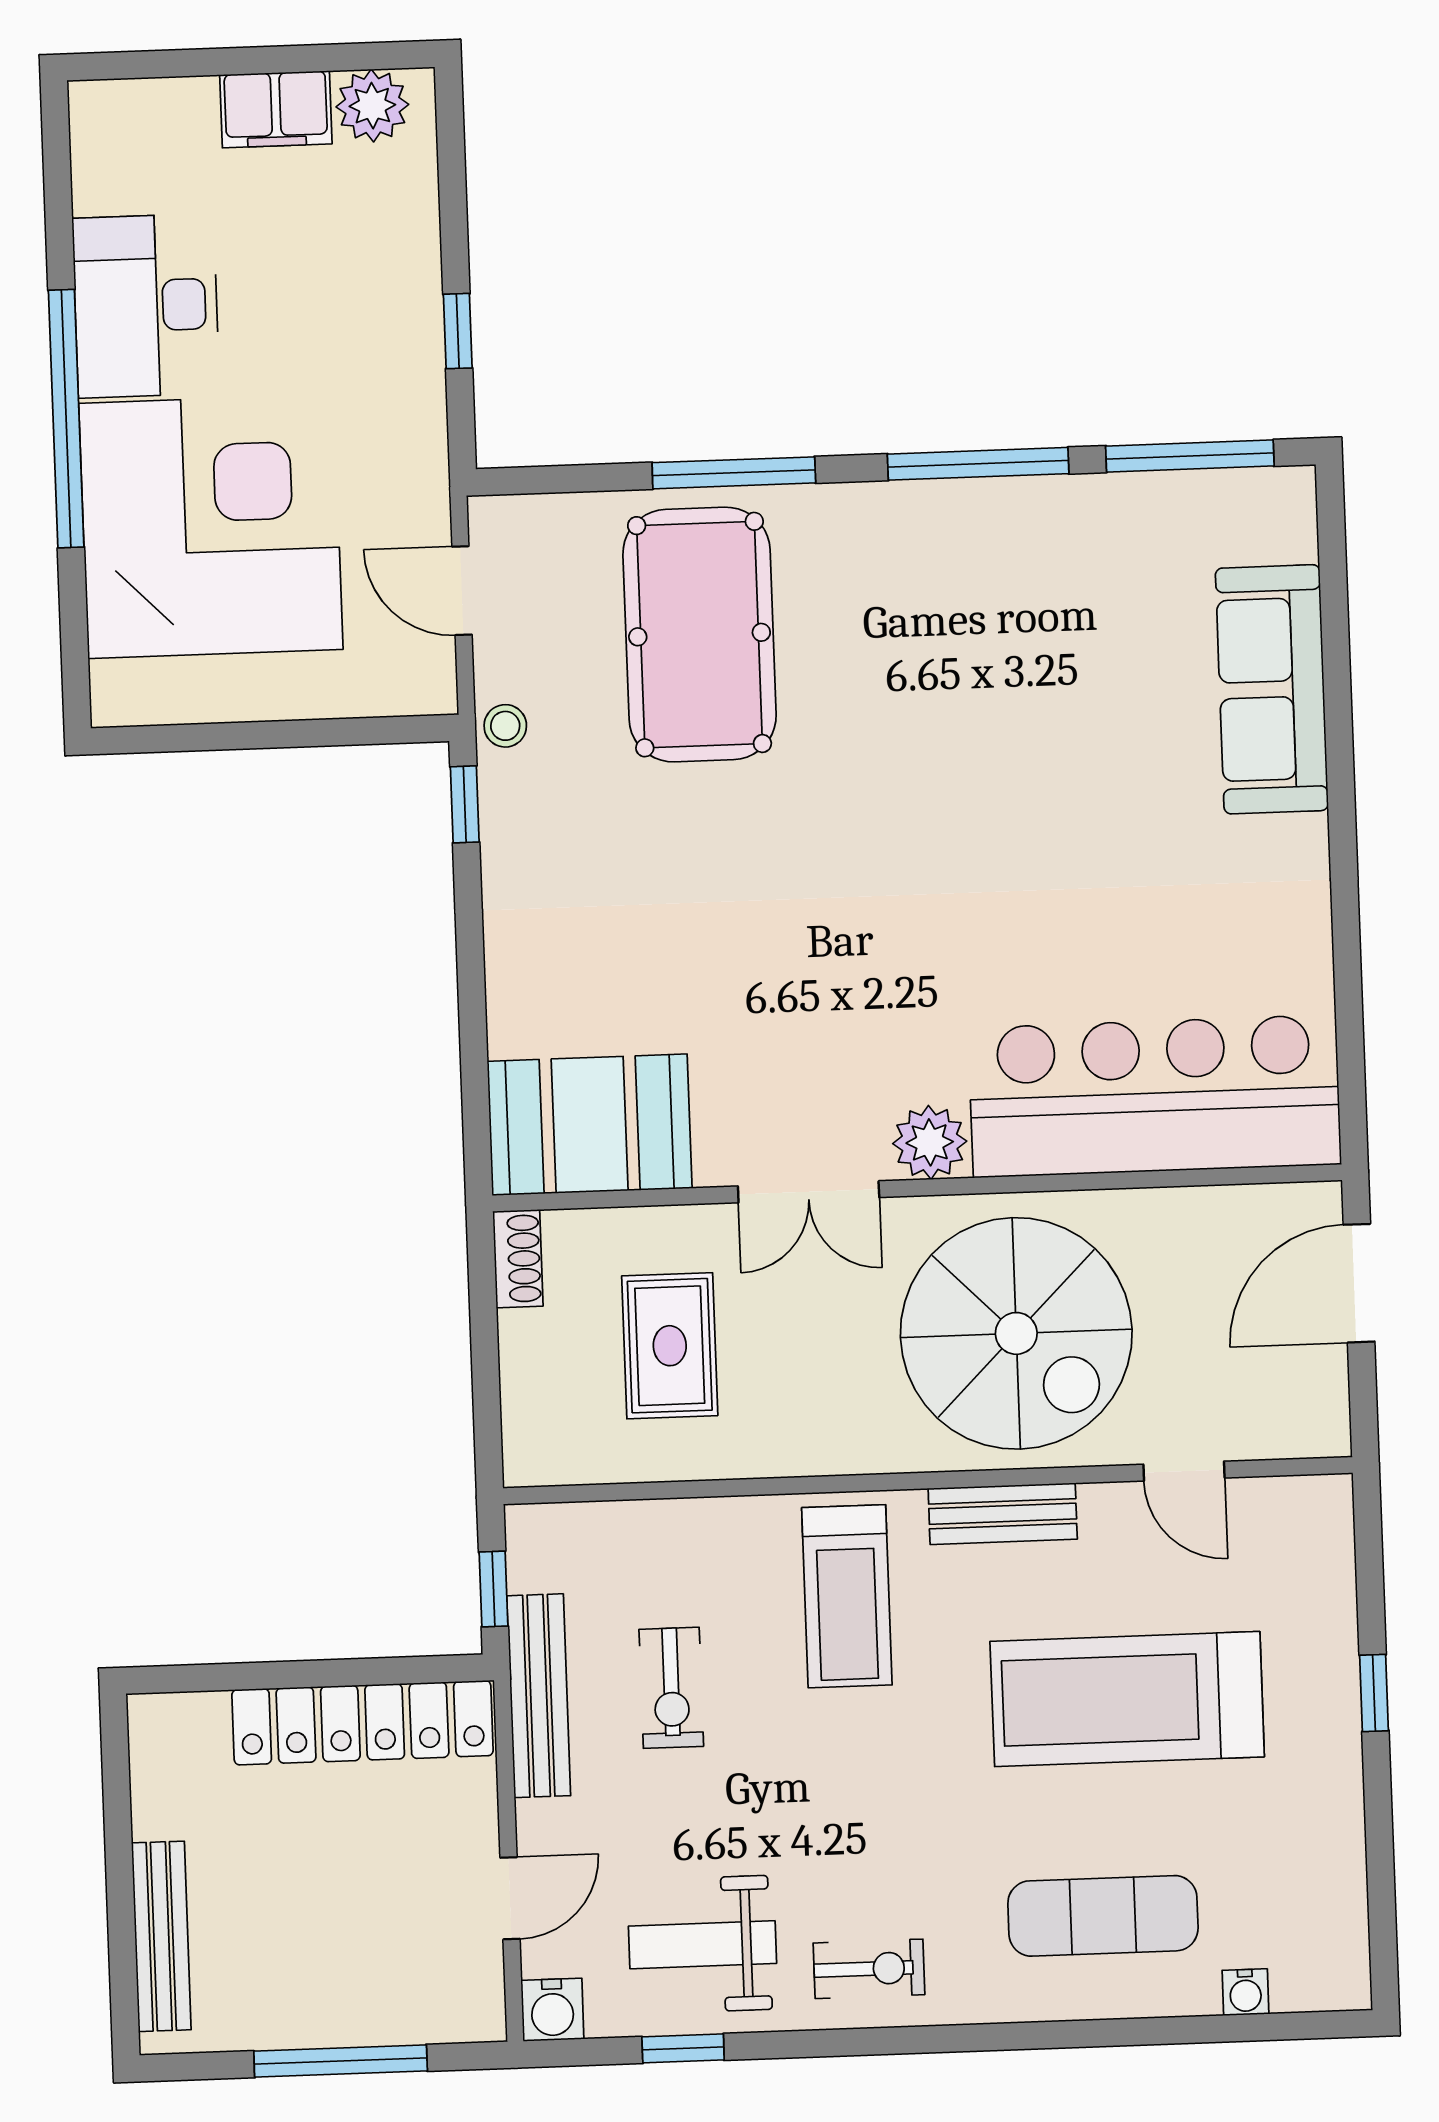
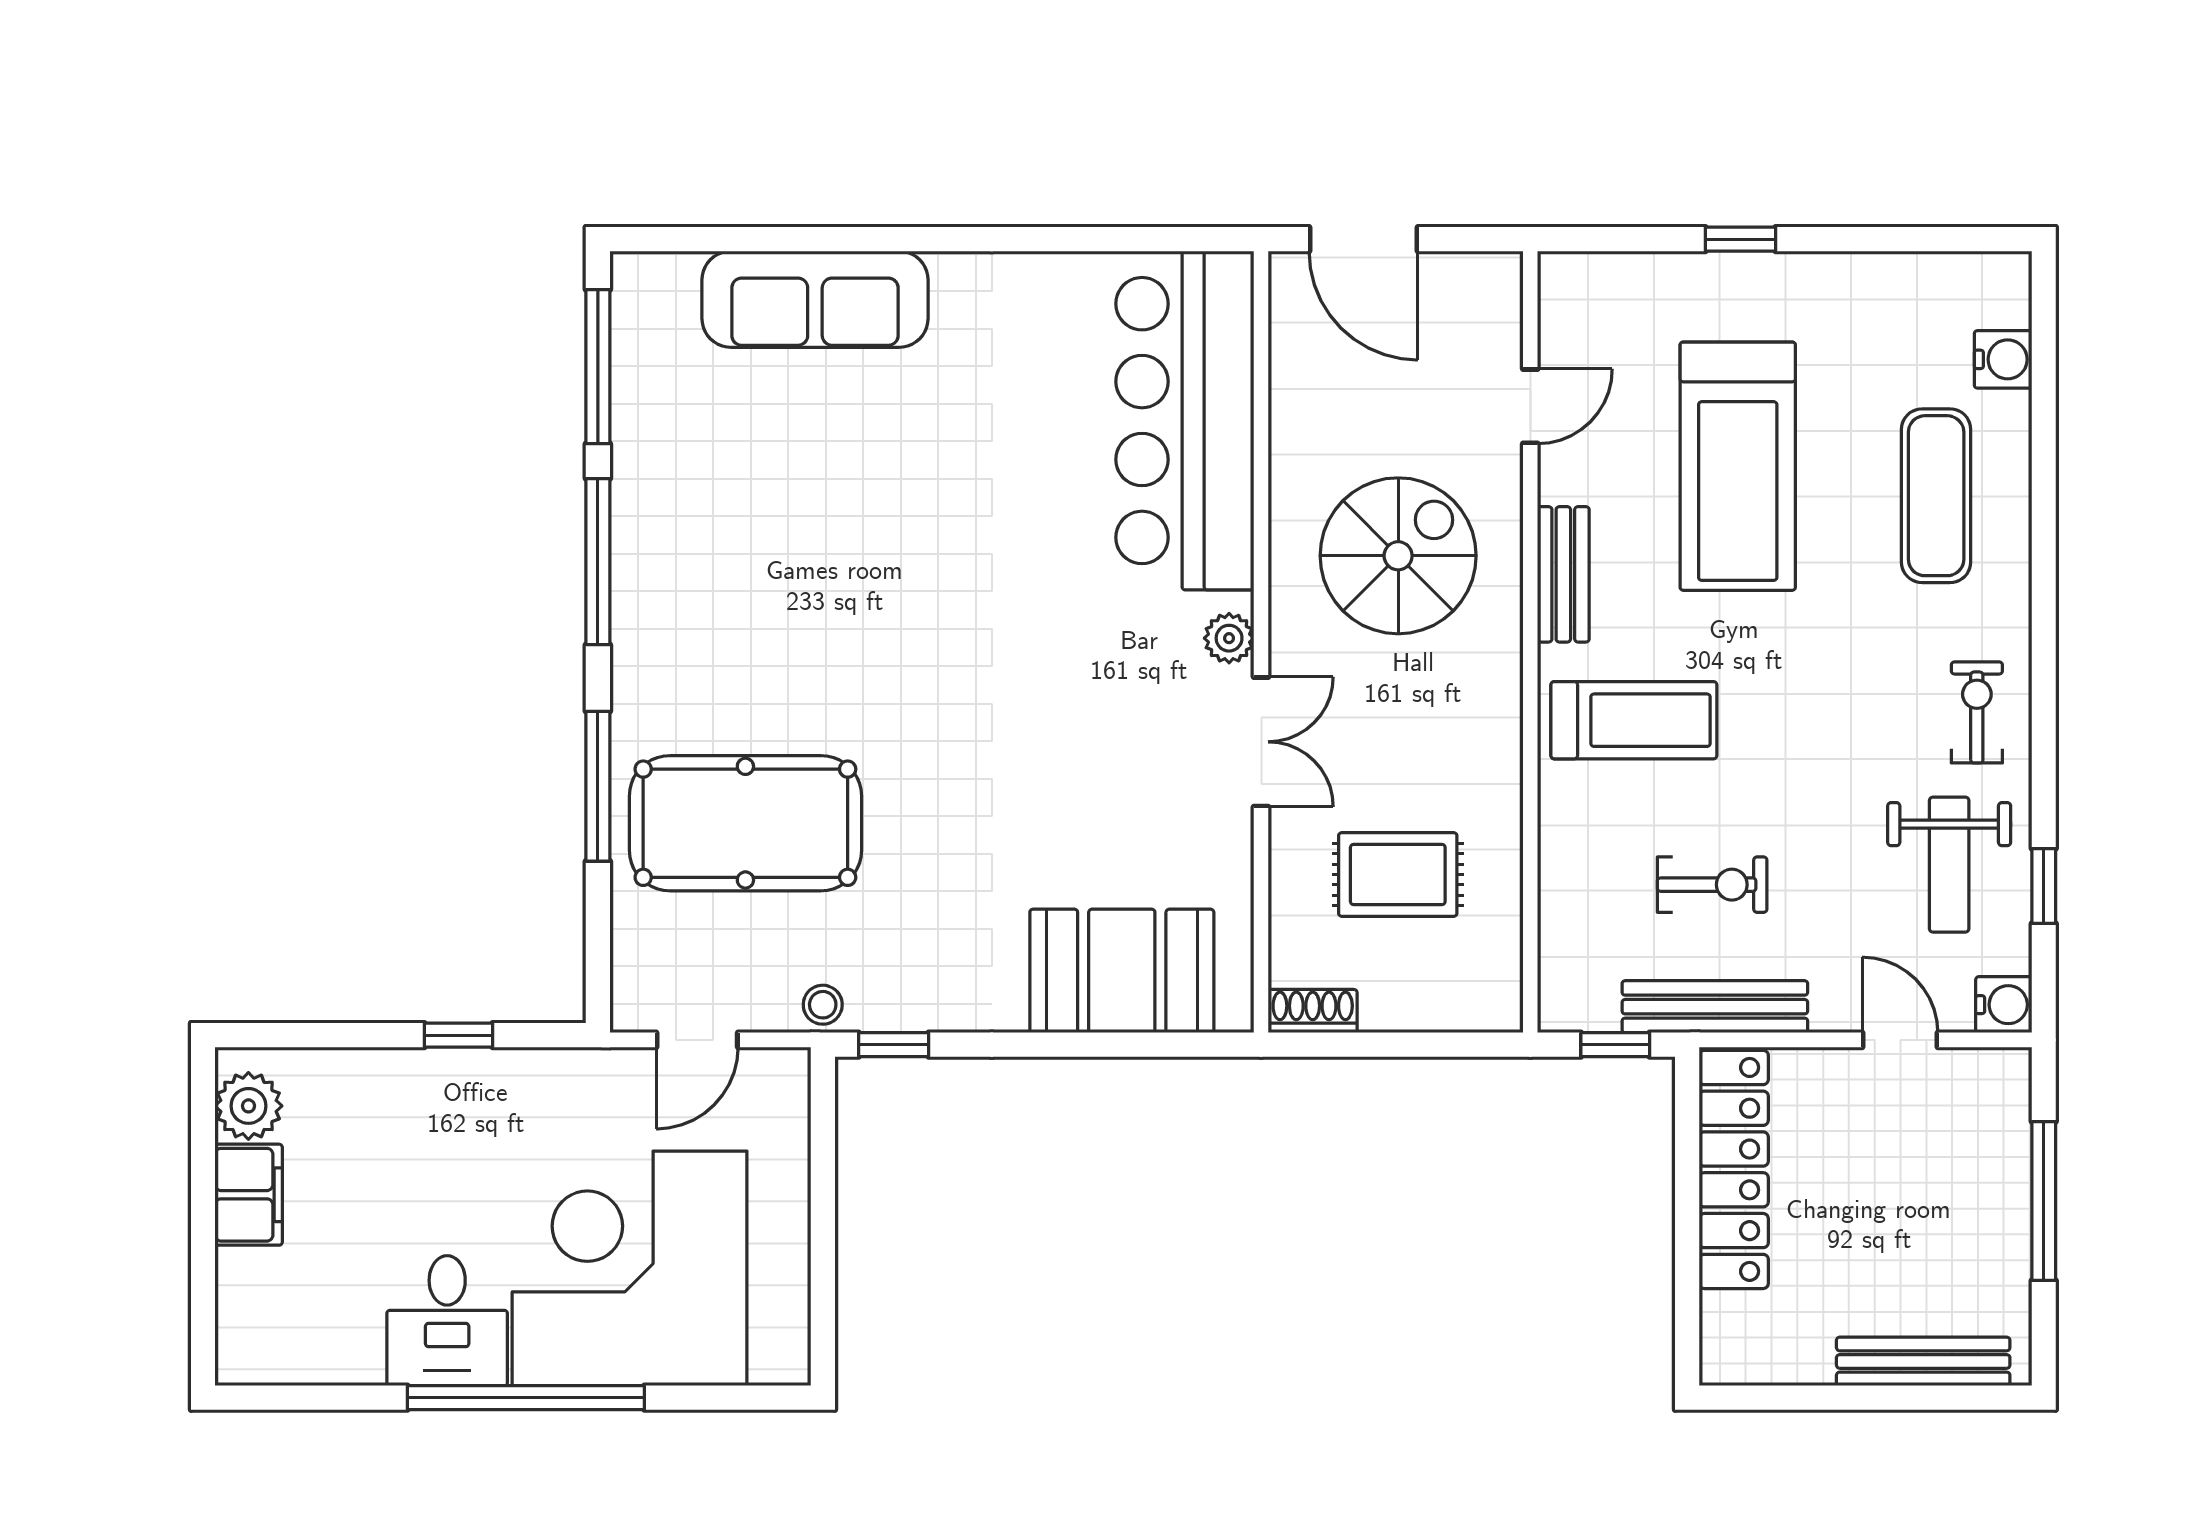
desk: (146, 306) -> (447, 1321), width x0.73
booth: (590, 1125) -> (1122, 971), moved, turned 90
plant: (930, 1142) -> (1229, 638), width x0.73, depth x0.73
spiral stairs: (1016, 1333) -> (1398, 556), width x0.73, depth x0.73
water cooler: (1246, 1992) -> (2003, 359), width x1.38, depth x1.38

